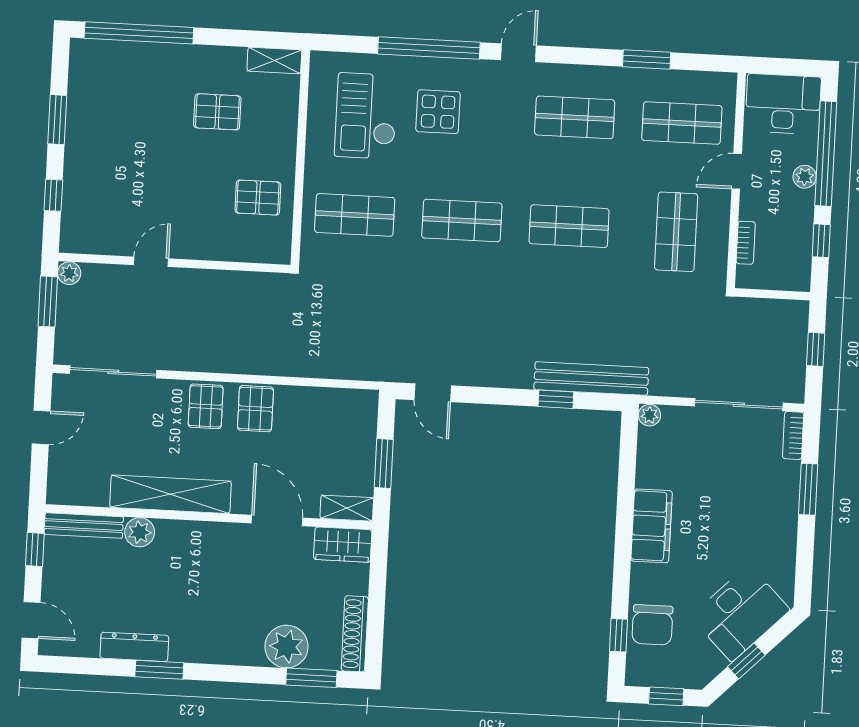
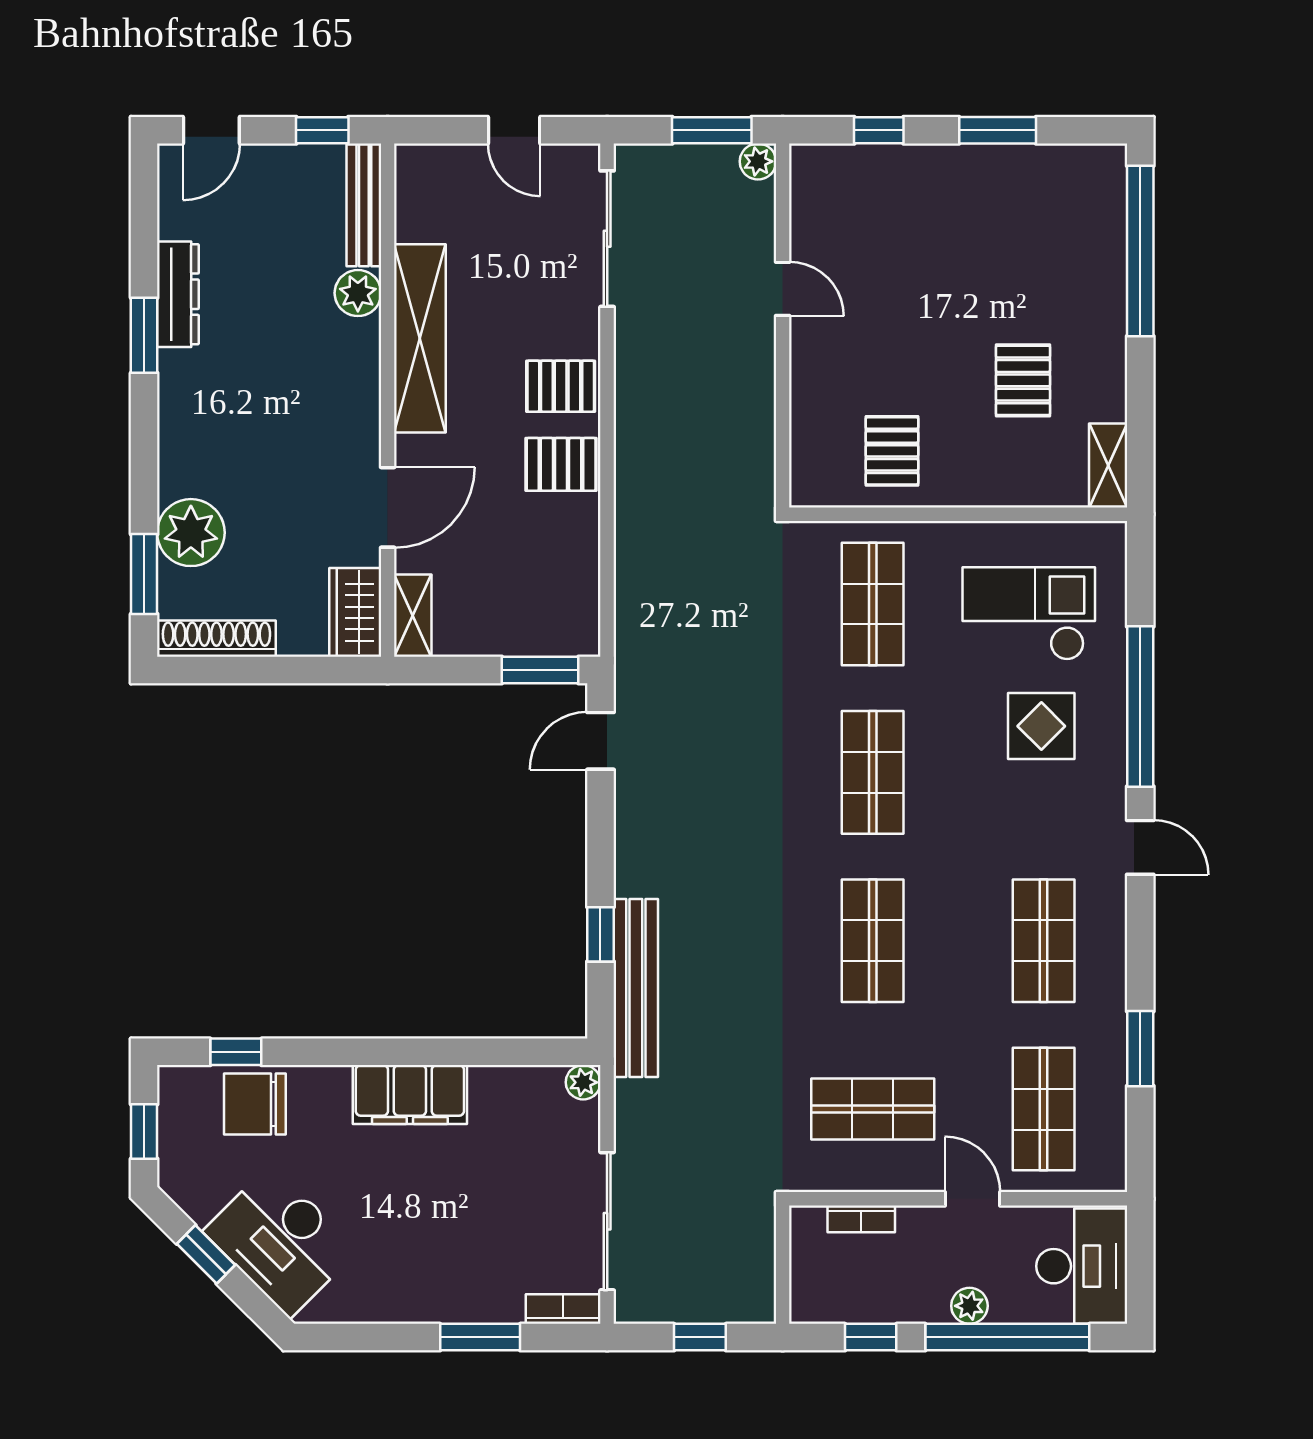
window: (384, 463) -> (540, 670), moved

